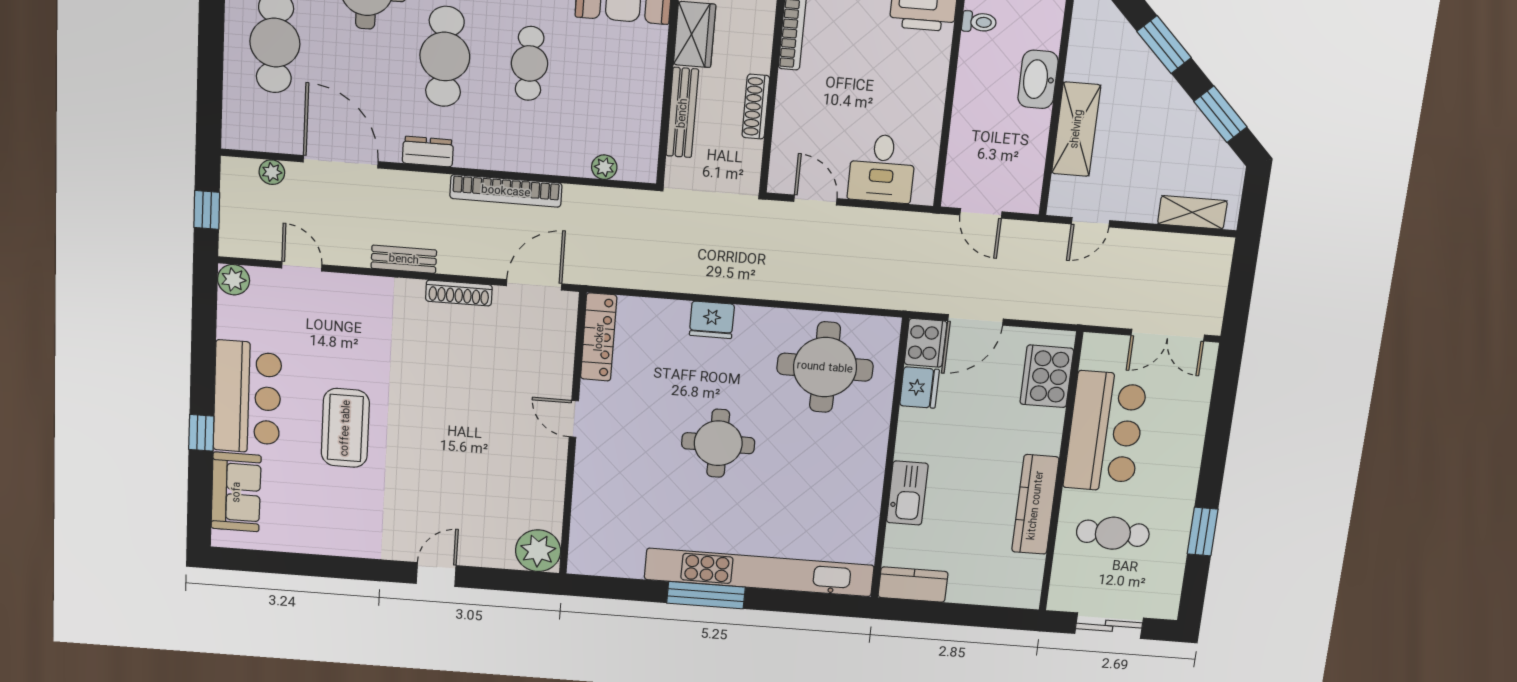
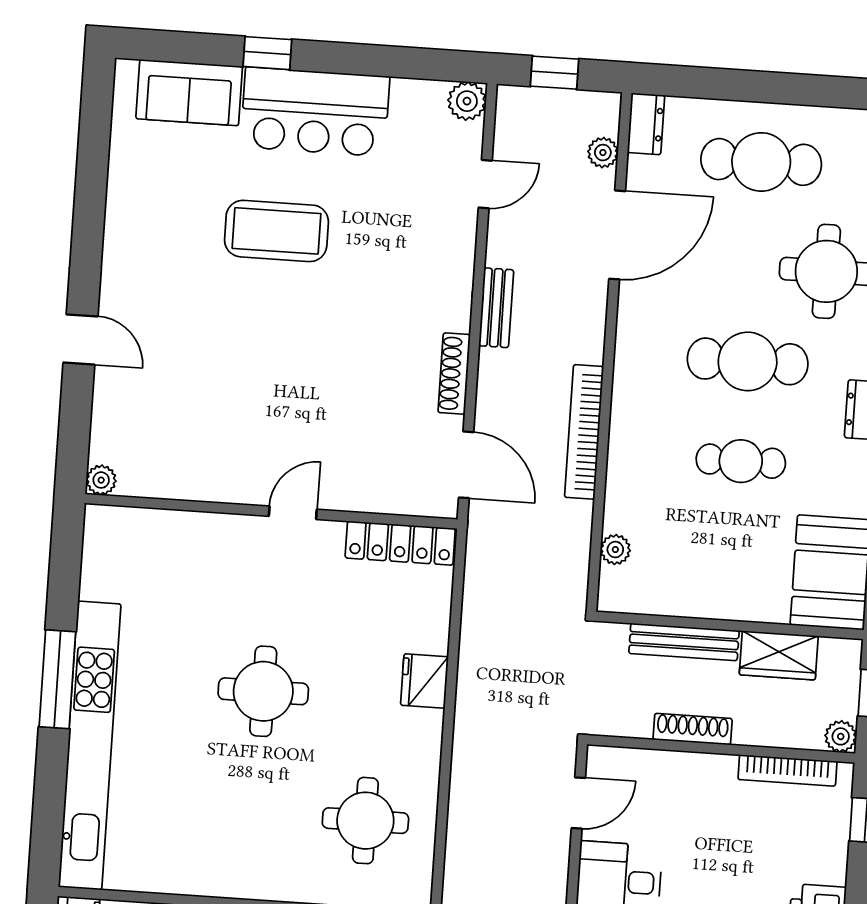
dresser: (428, 152) -> (646, 124), moved
round table: (825, 367) -> (365, 821), width x0.73, depth x0.73
plant: (538, 551) -> (101, 480), width x0.53, depth x0.53

